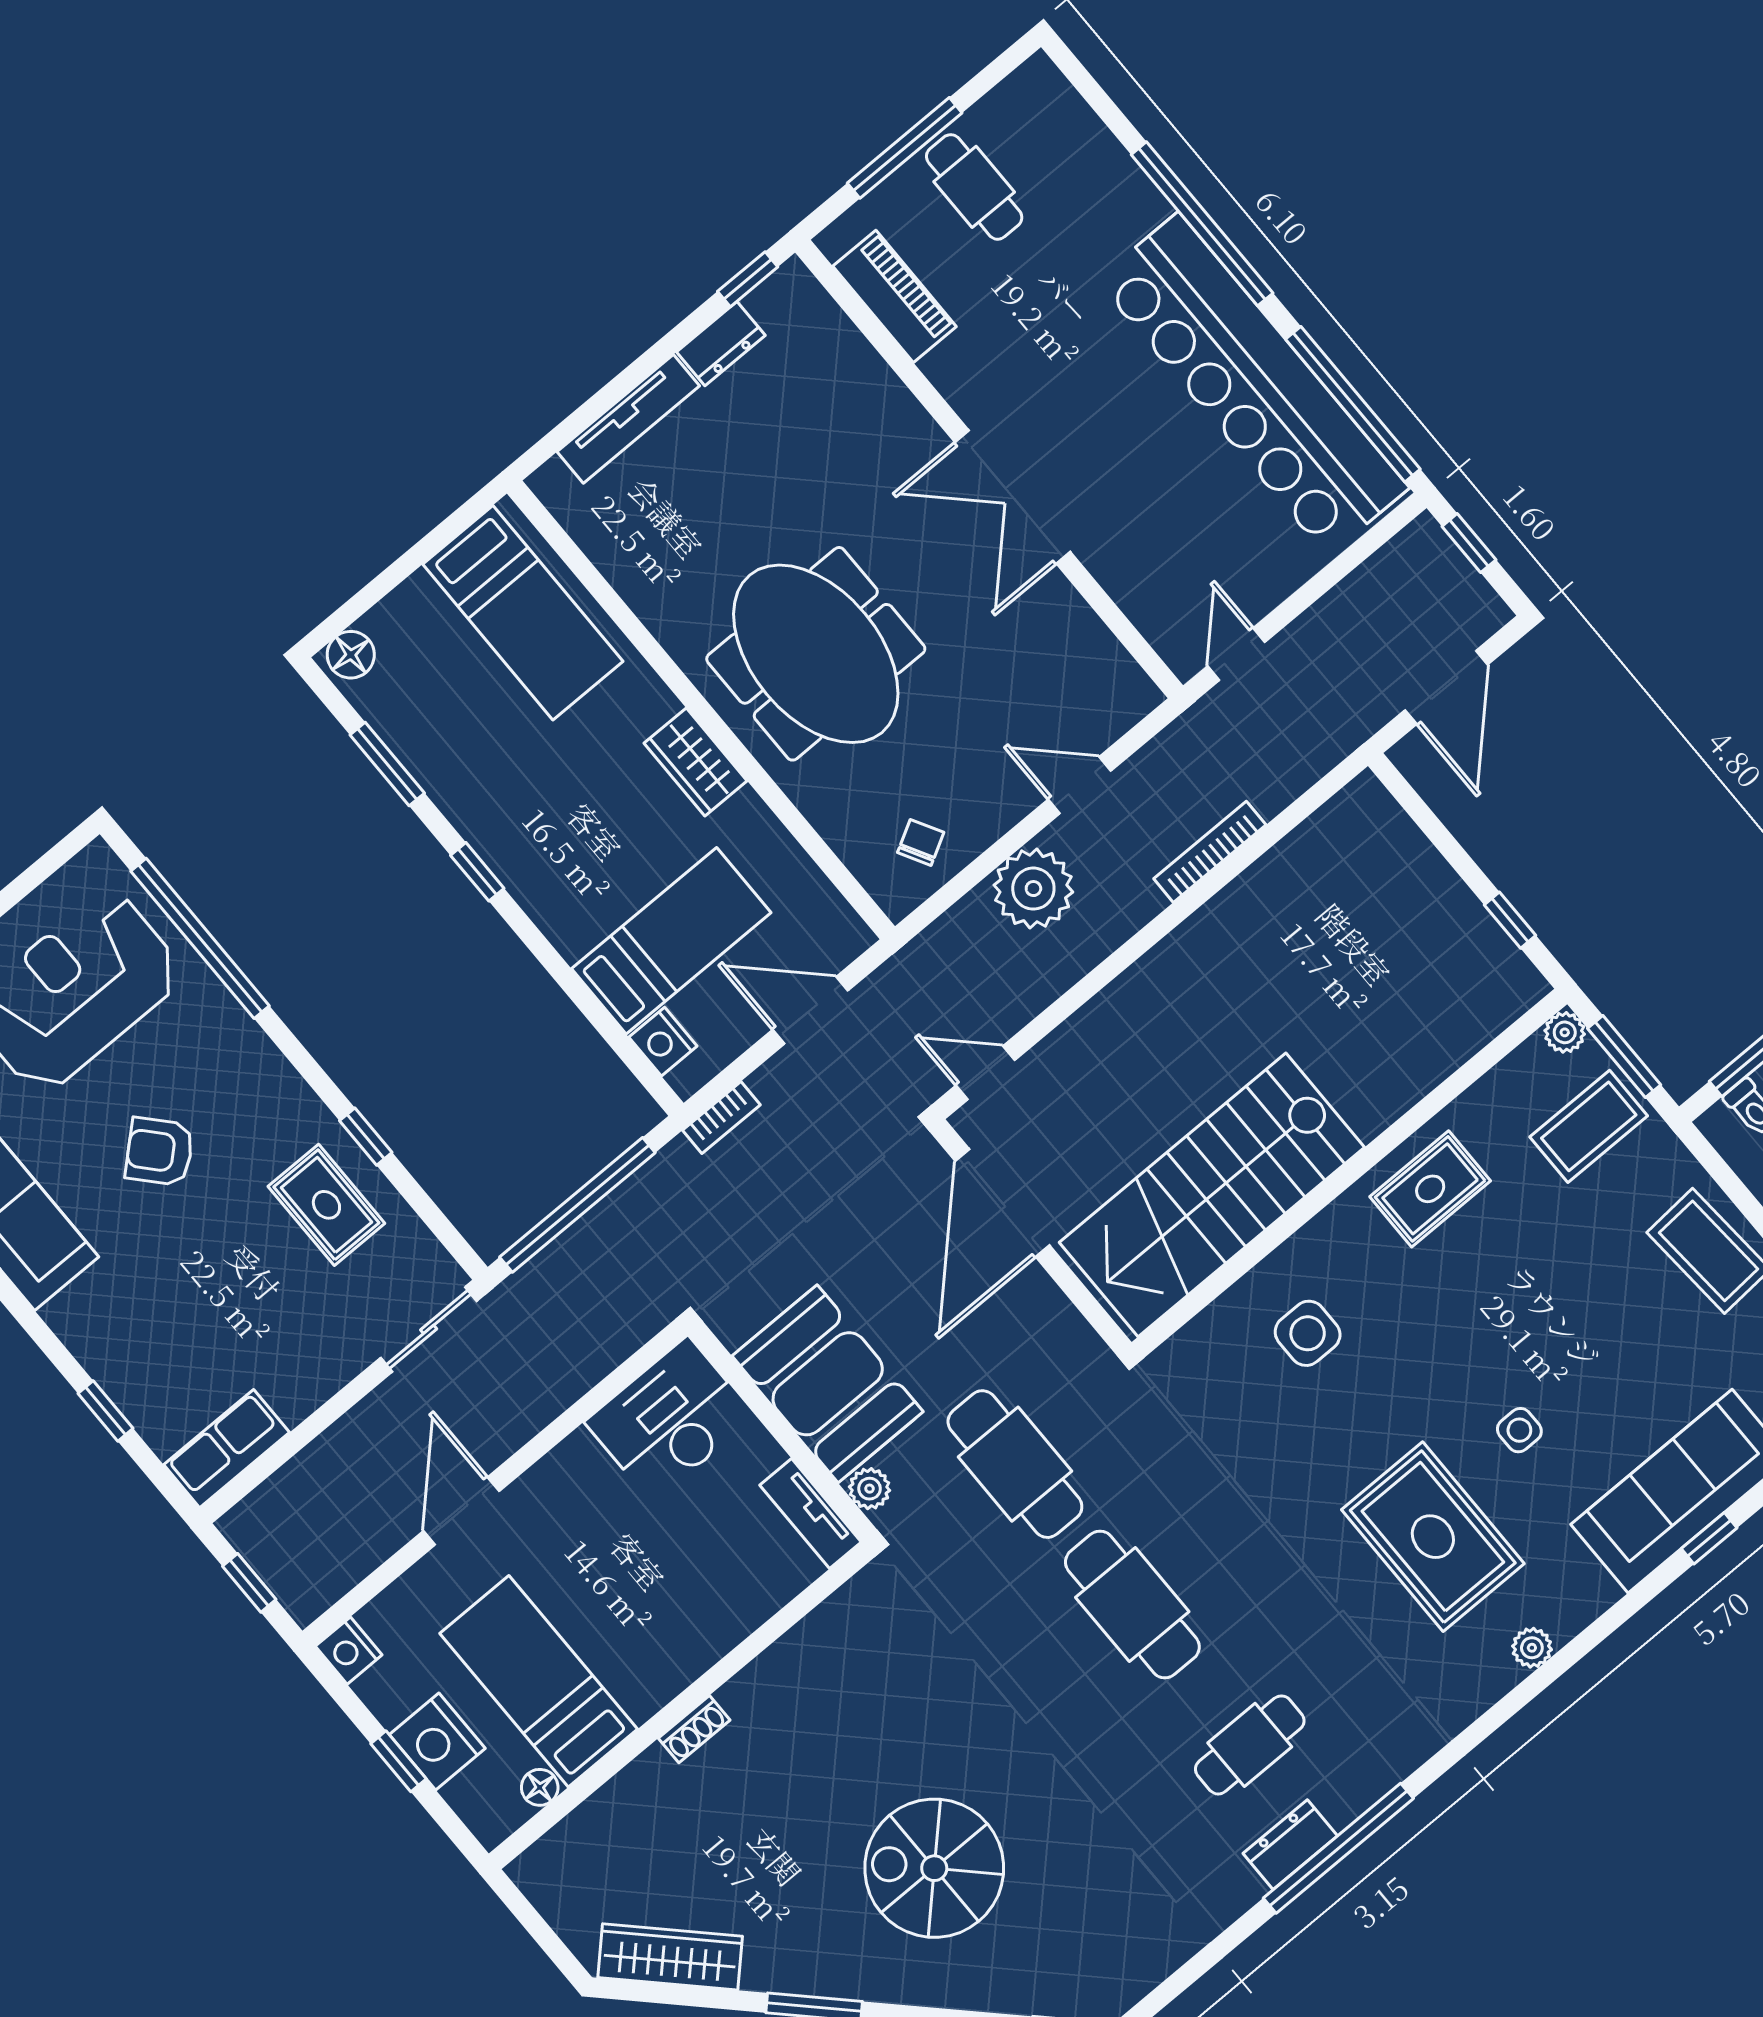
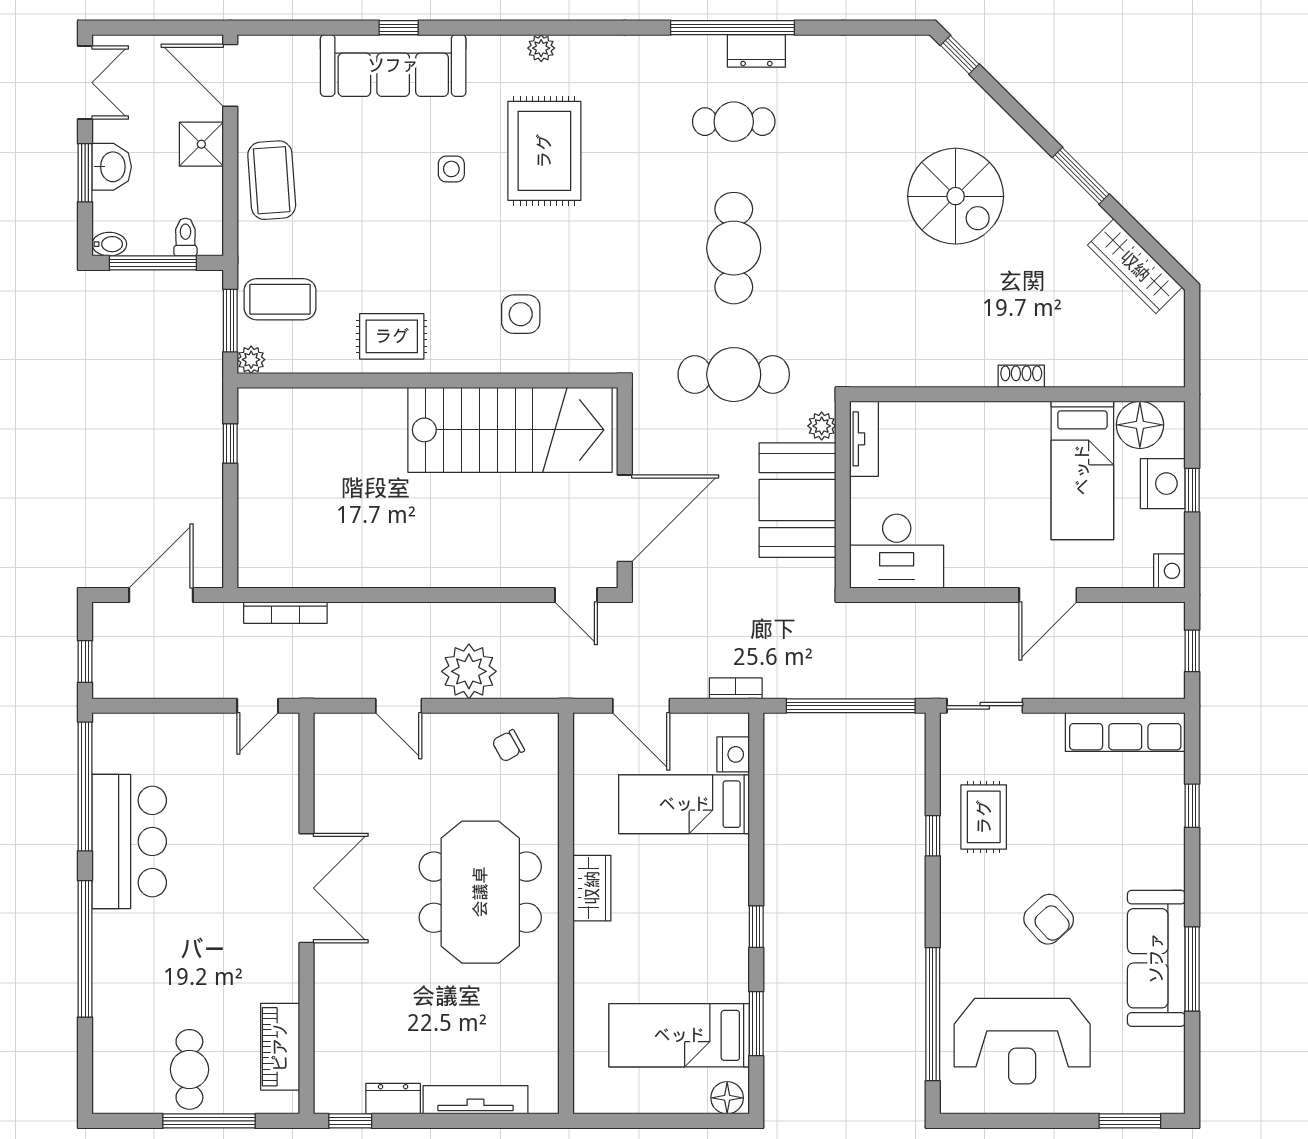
bar counter: (1253, 384) -> (129, 842), width x0.54
bed: (523, 613) -> (679, 1035), moved, turned -90
bookcase: (1210, 852) -> (285, 613), moved
row of seats: (227, 1449) -> (1125, 732), width x1.48
cafe table: (1015, 1464) -> (734, 375), turned 90
floor lamp: (540, 1787) -> (1140, 425), width x1.89, depth x1.89

